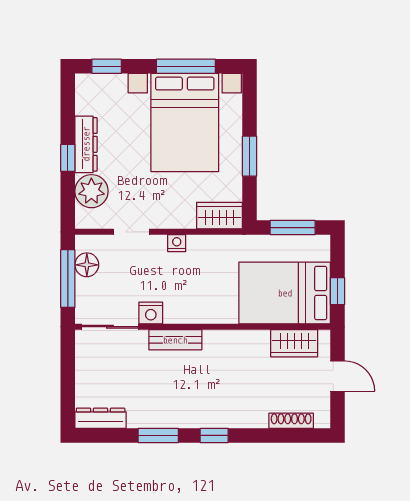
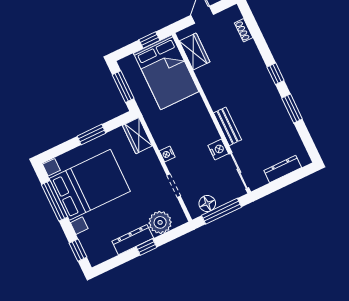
dresser: (101, 418) -> (283, 169), moved, turned 90
shoe rack: (291, 421) -> (244, 30), width x0.70

